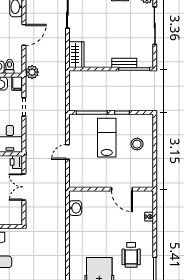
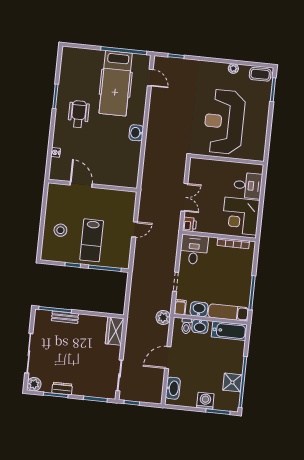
washbasin: (75, 208) -> (136, 133), moved

